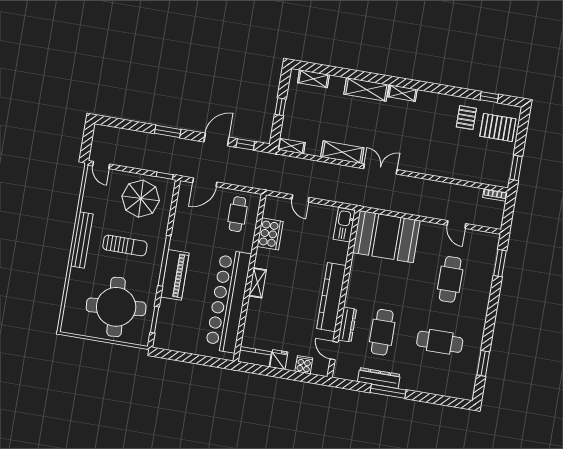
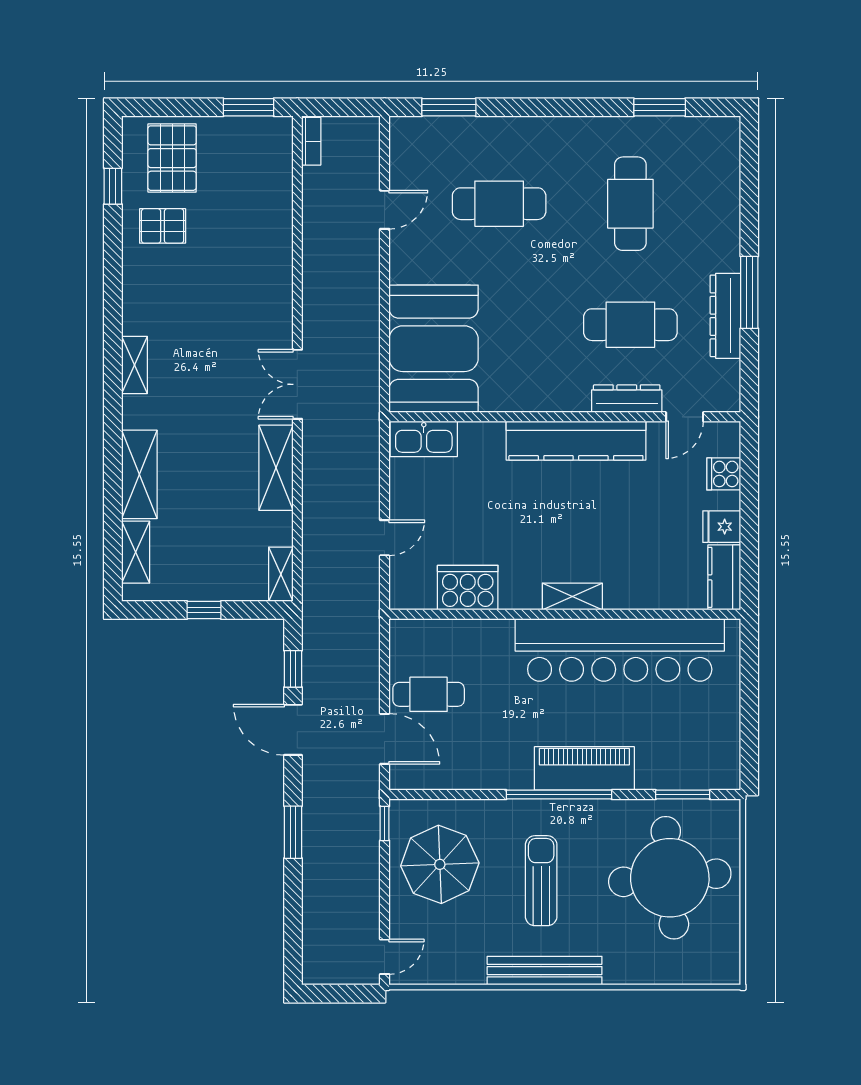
shelving: (366, 89) -> (139, 474), moved
cafe table: (237, 214) -> (429, 694), moved

